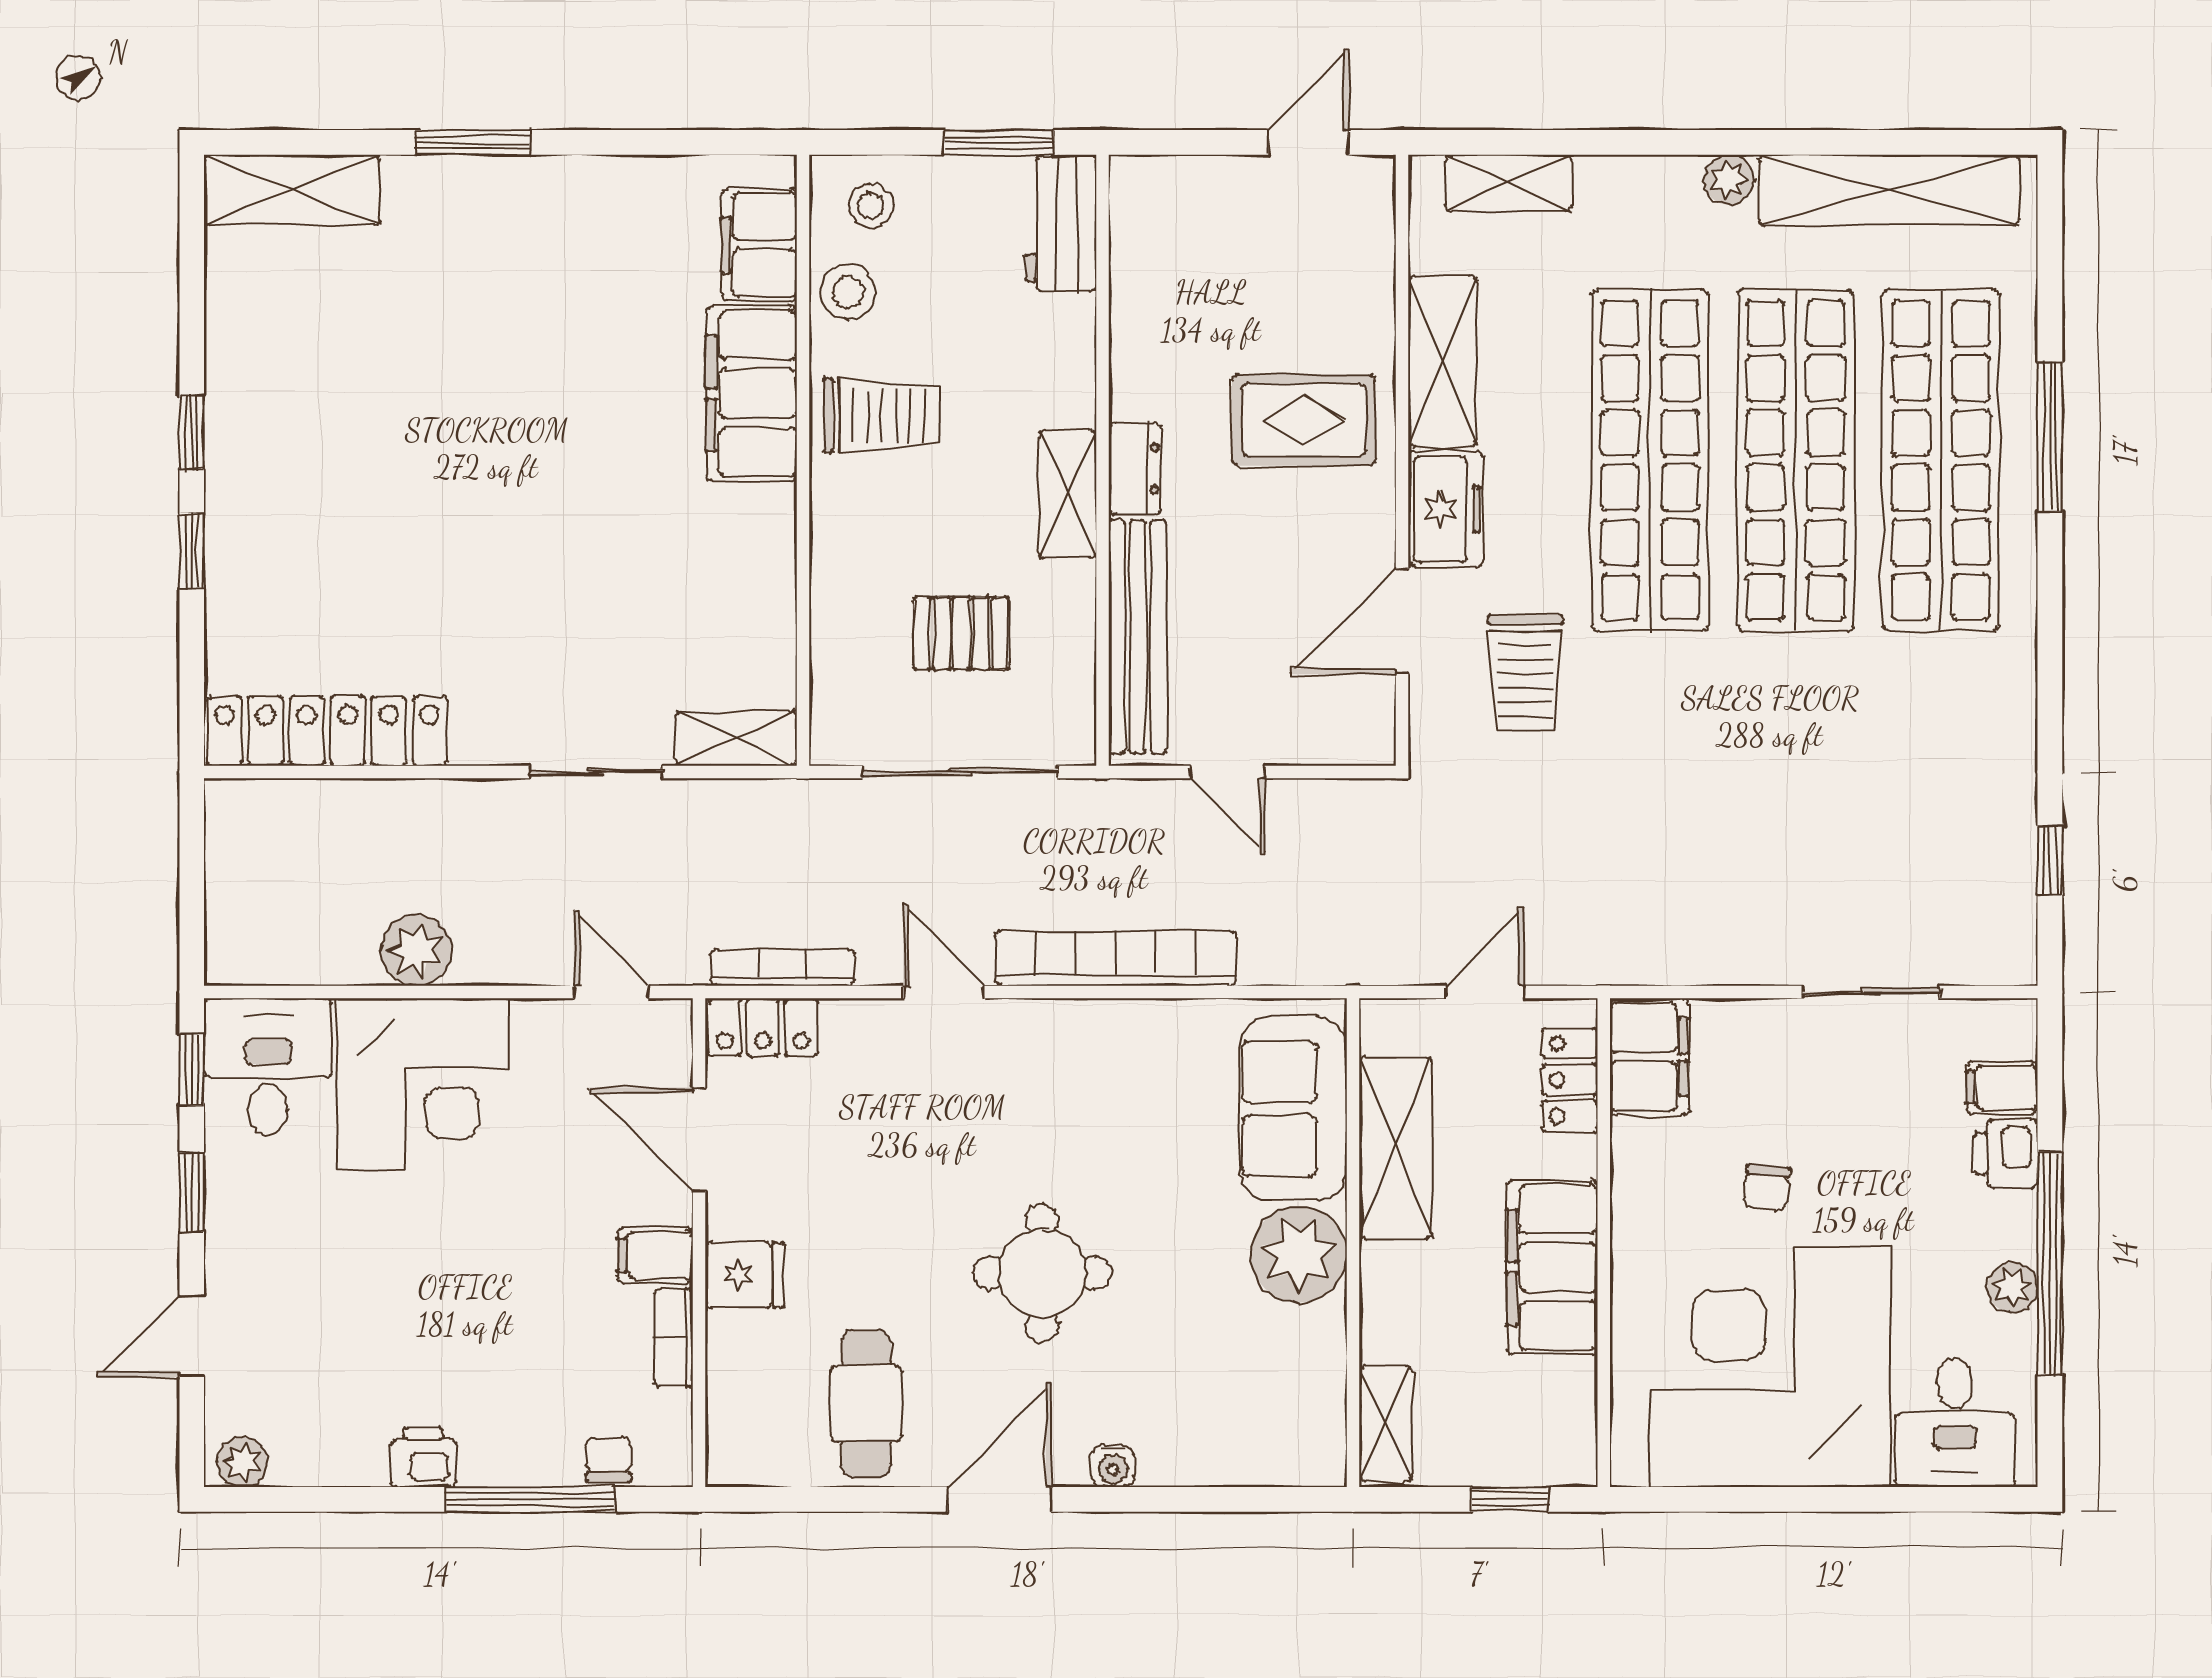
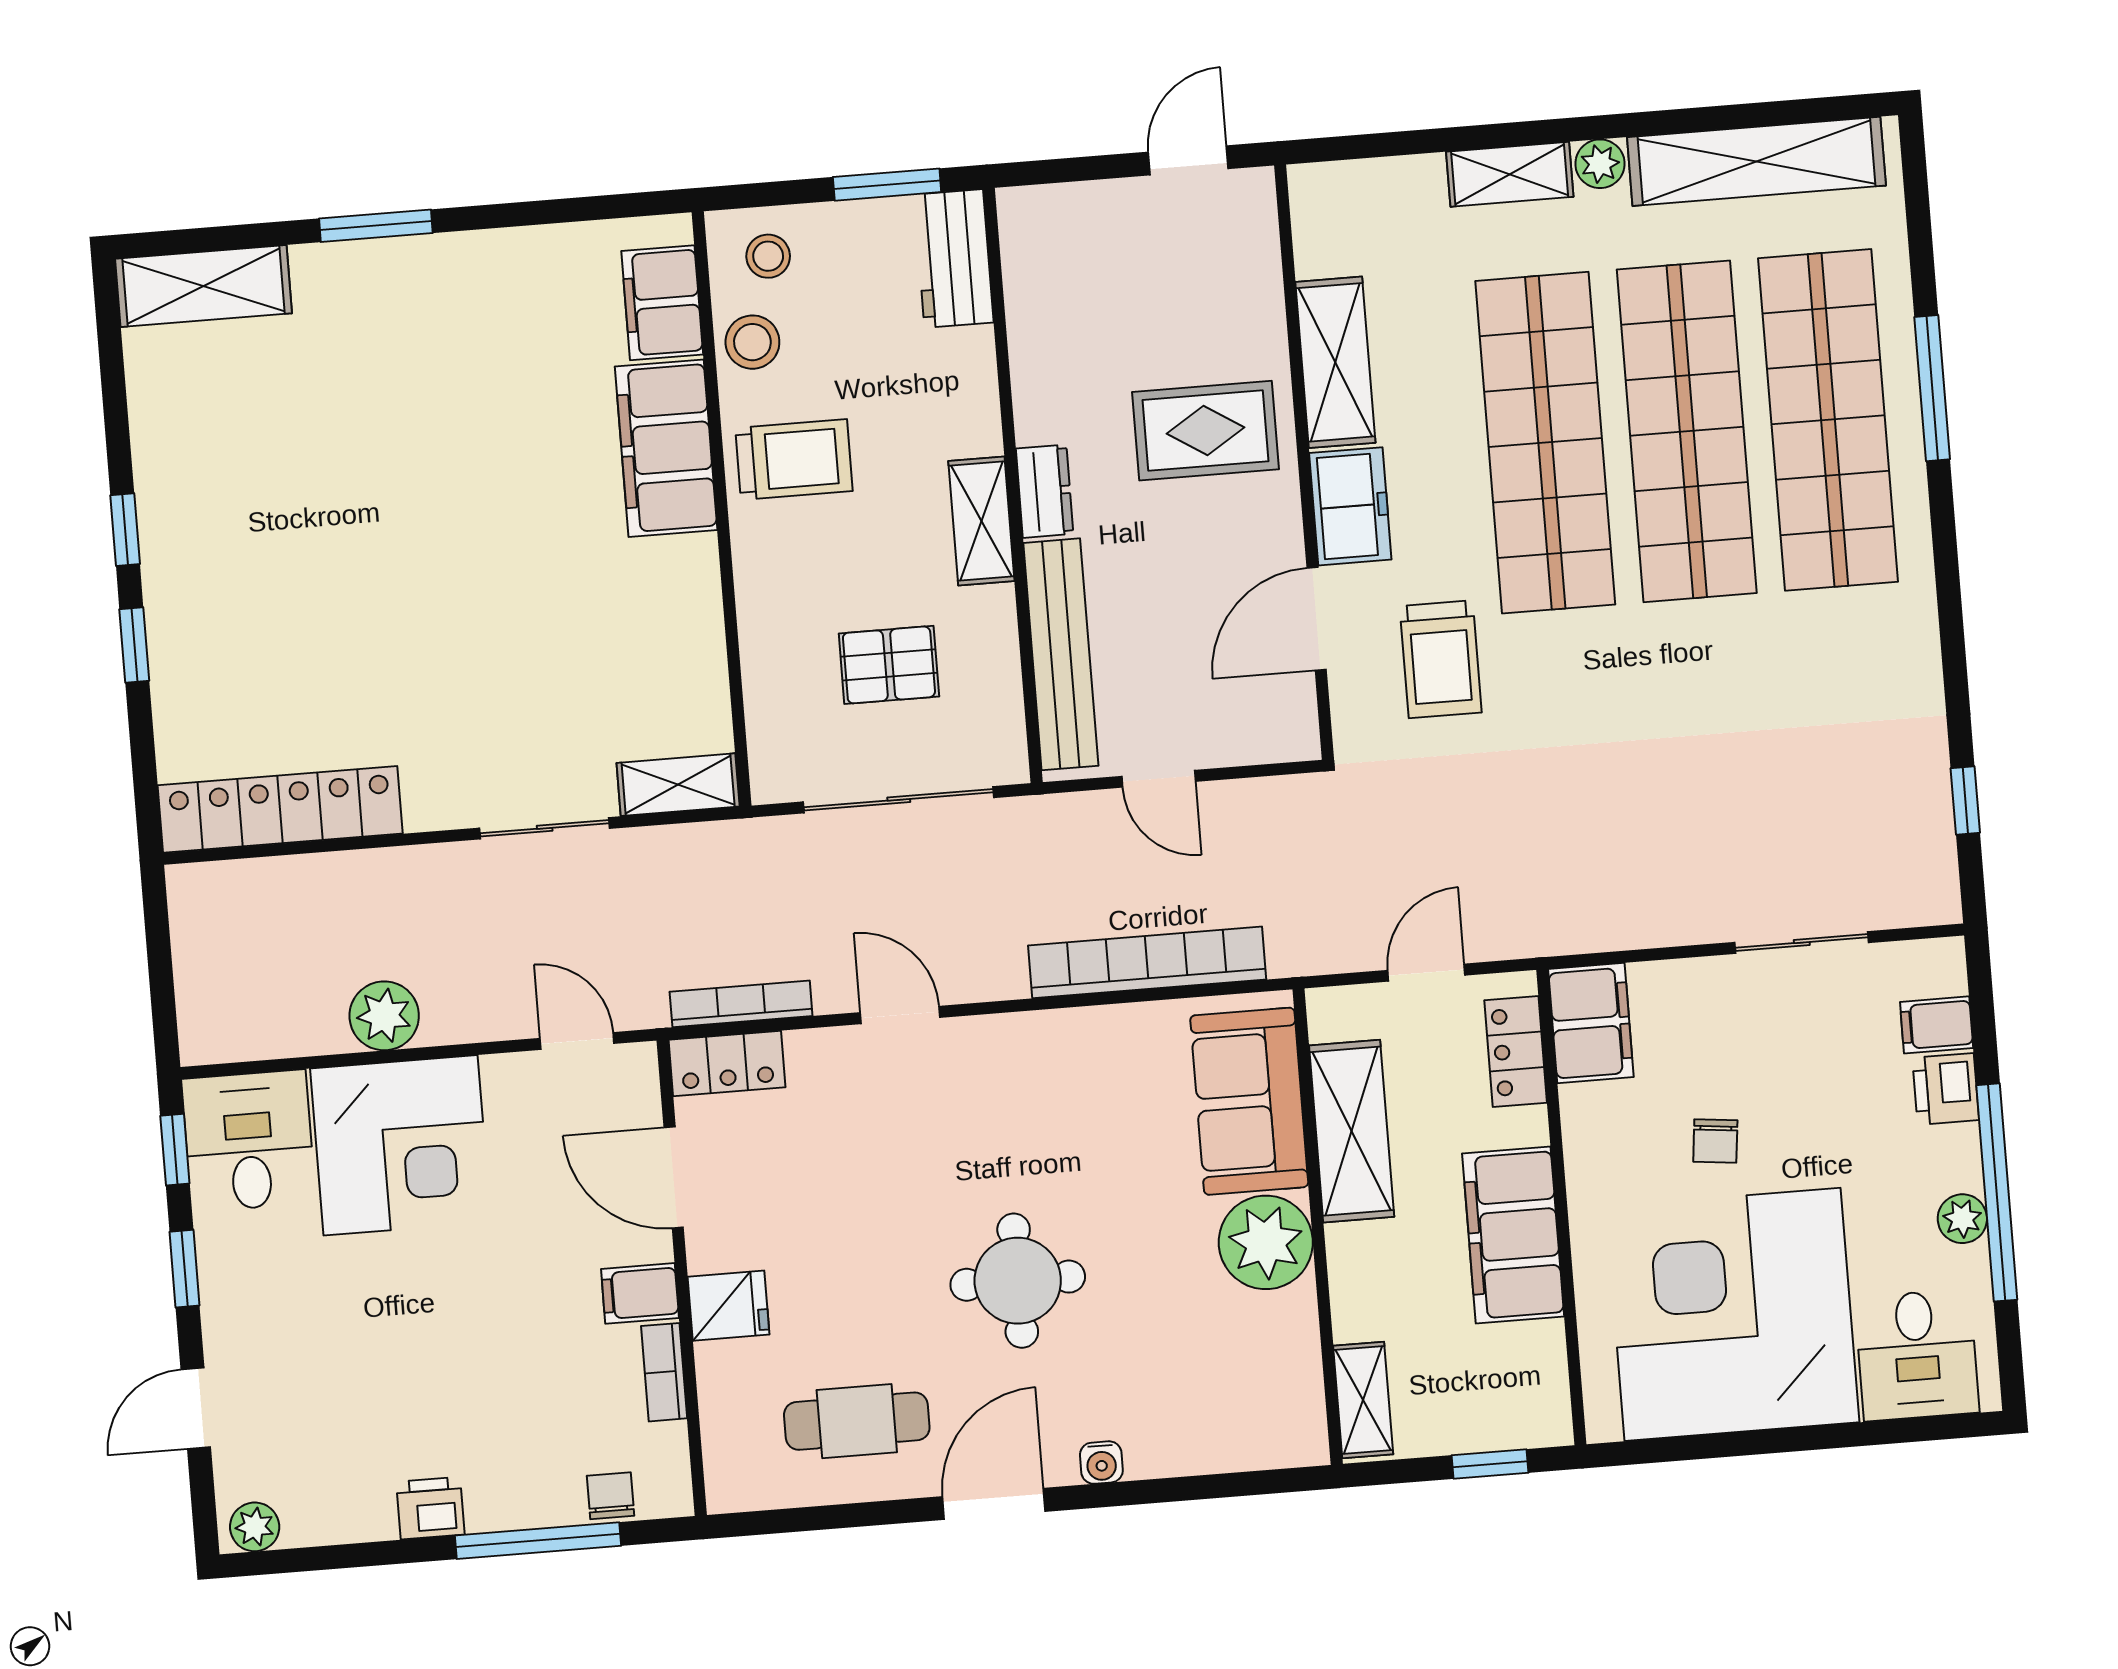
shelving: (1509, 183) -> (1510, 174), moved
bookcase: (1115, 959) -> (1147, 962), moved
cafe table: (866, 1403) -> (857, 1421), turned 90

